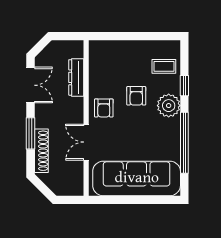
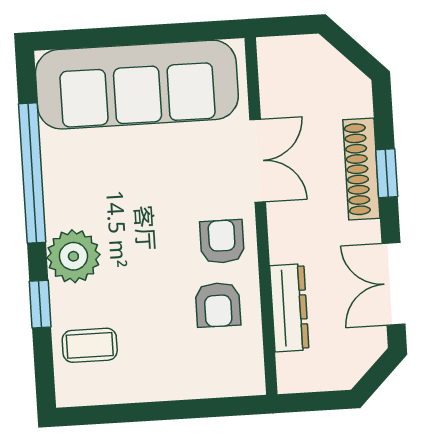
armchair: (136, 96) -> (218, 305), moved, turned 180
window: (30, 133) -> (387, 173), width x0.67
shoe rack: (41, 151) -> (361, 169), moved

